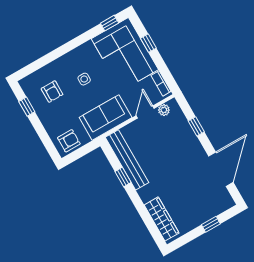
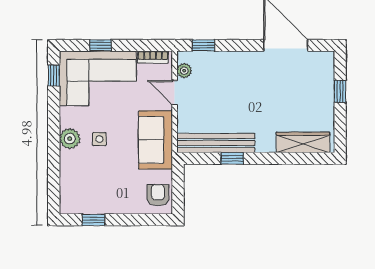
plant: (73, 59) -> (70, 139), added
armchair: (52, 92) -> (93, 182), removed
window: (196, 126) -> (204, 45), moved

